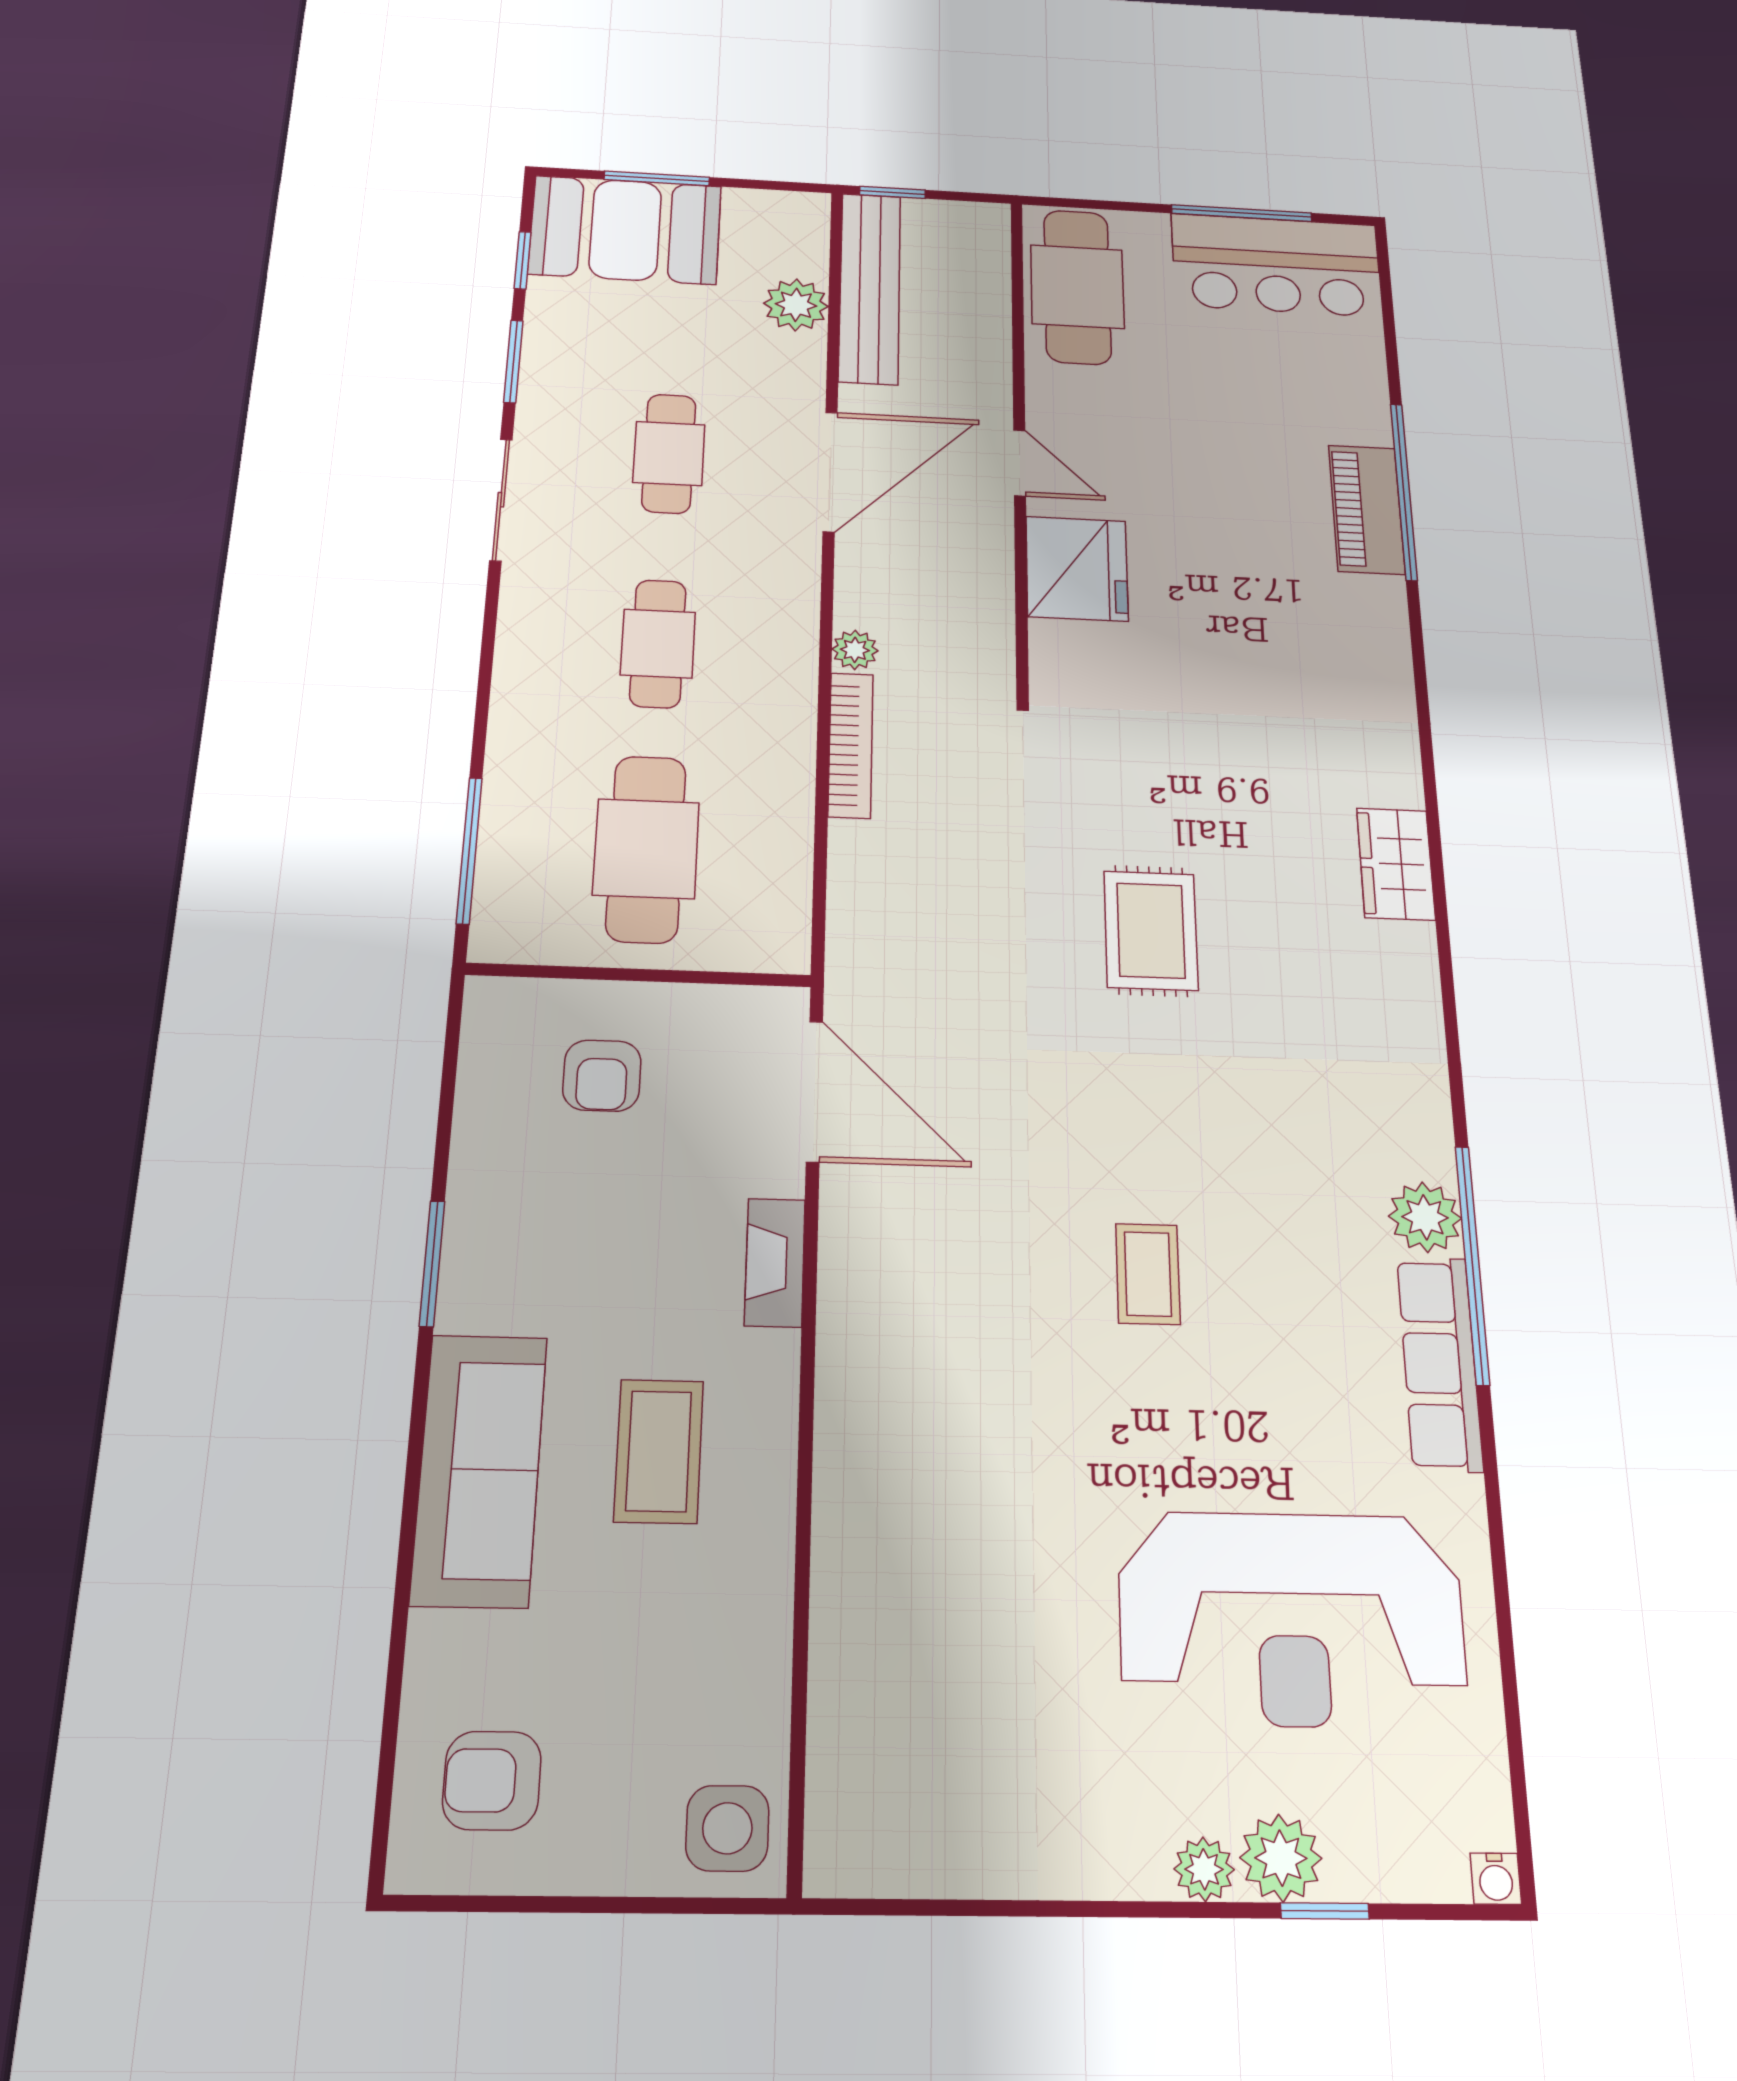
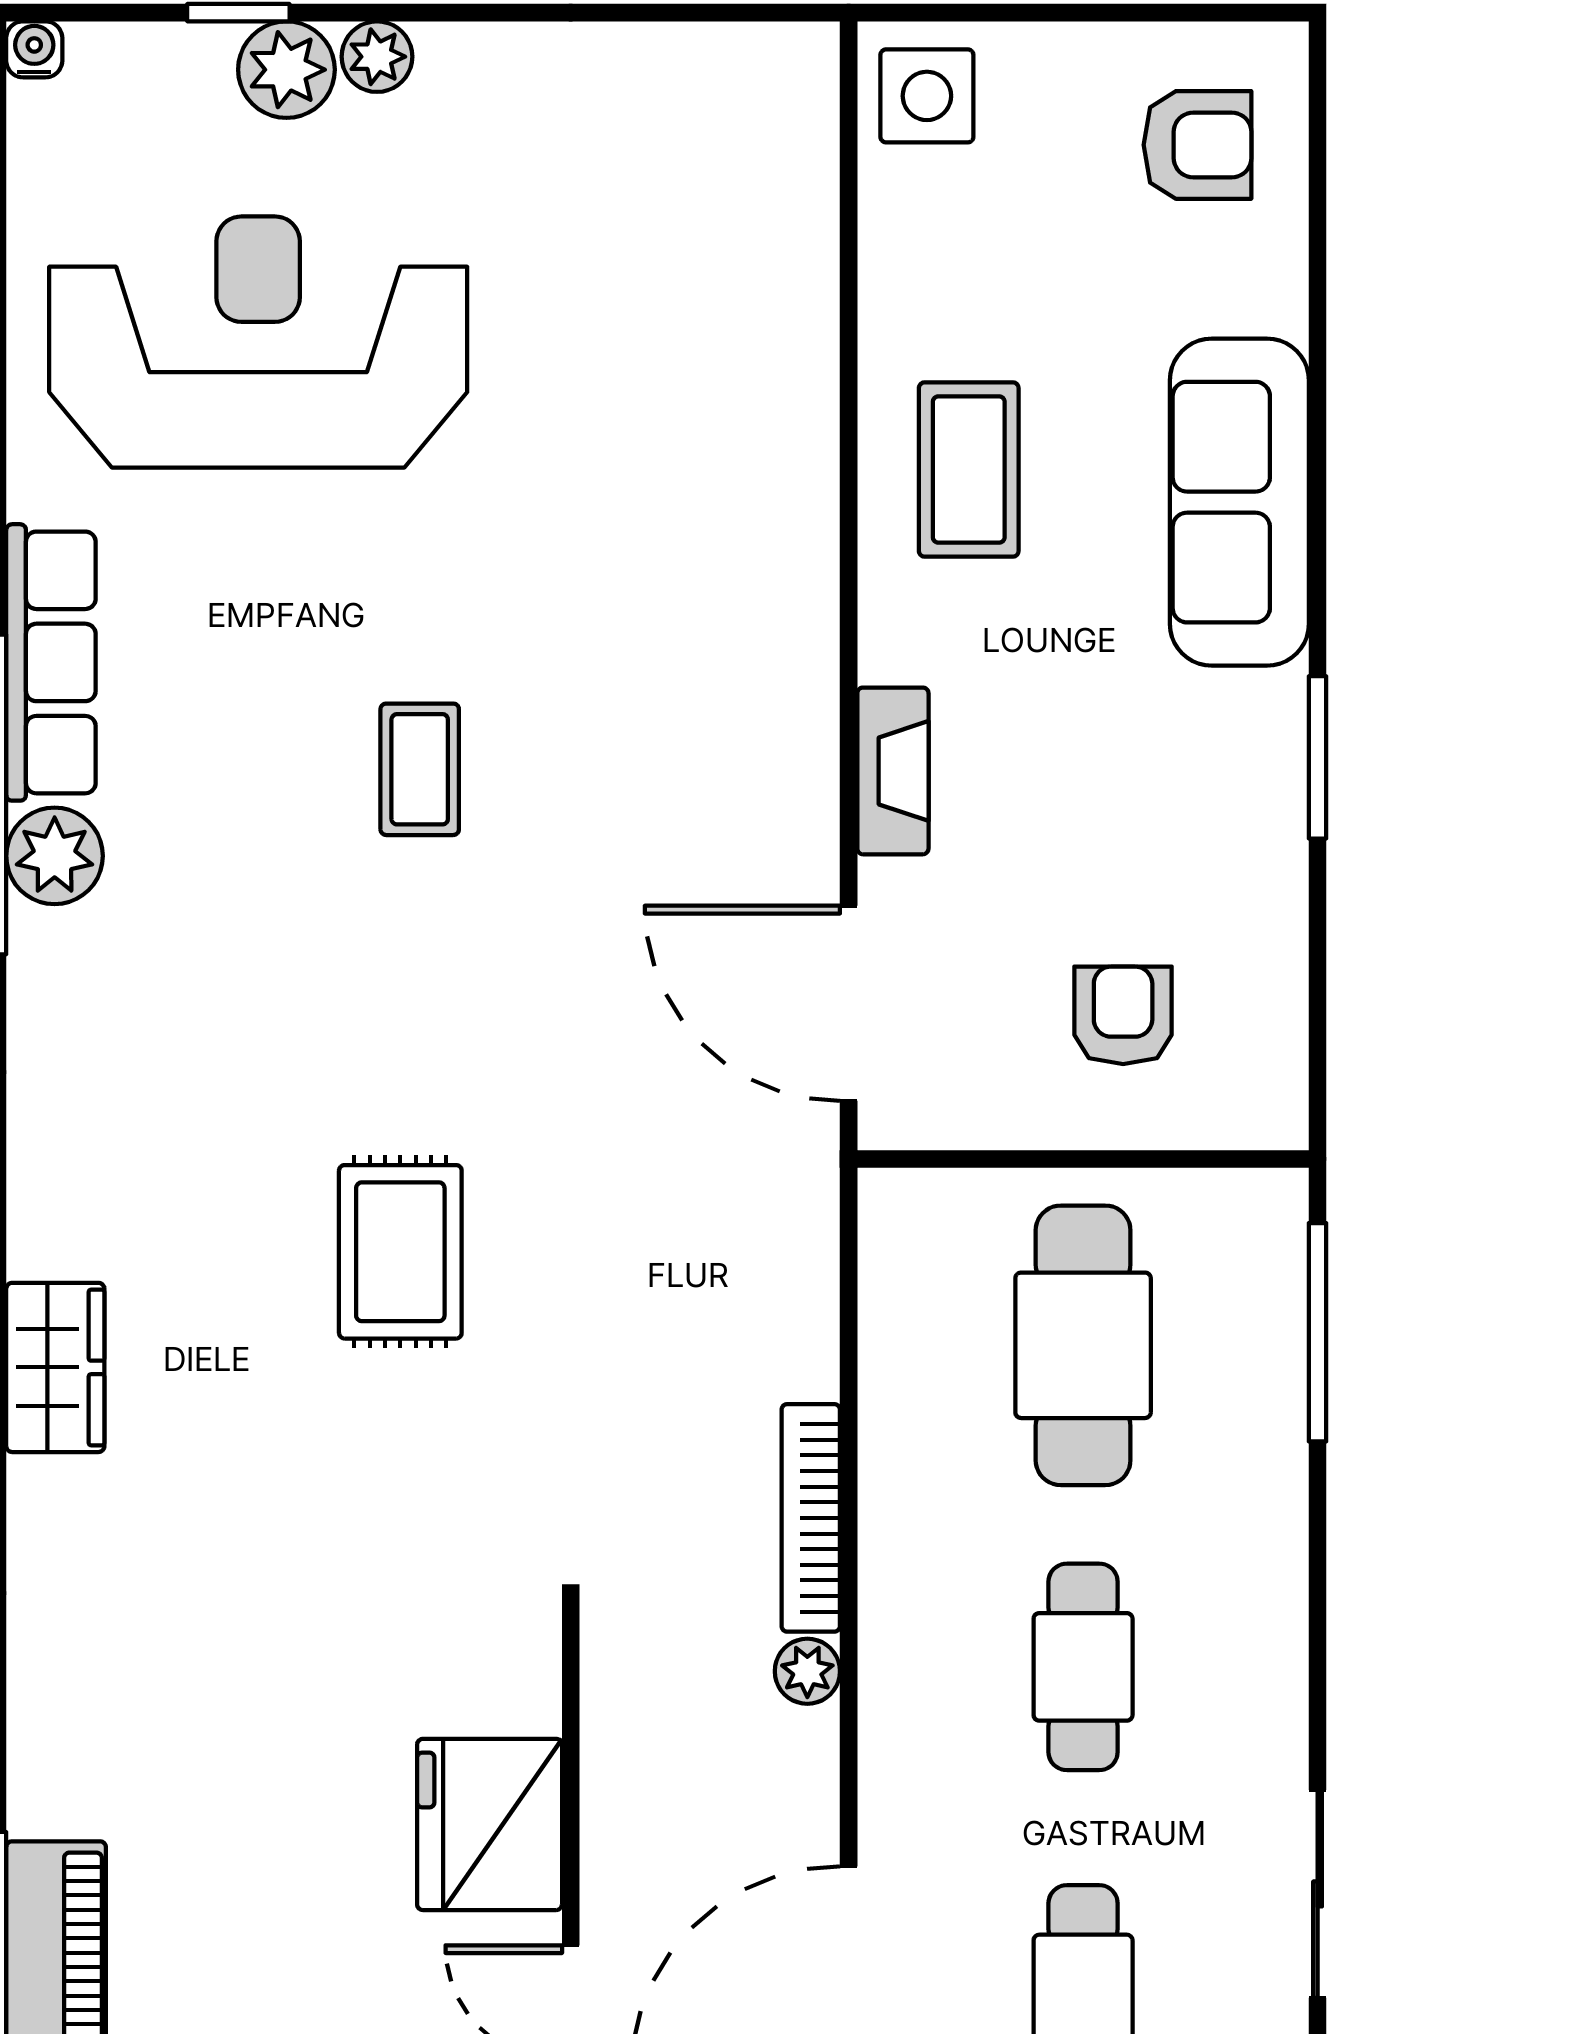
coffee table: (659, 1451) -> (969, 470), moved

